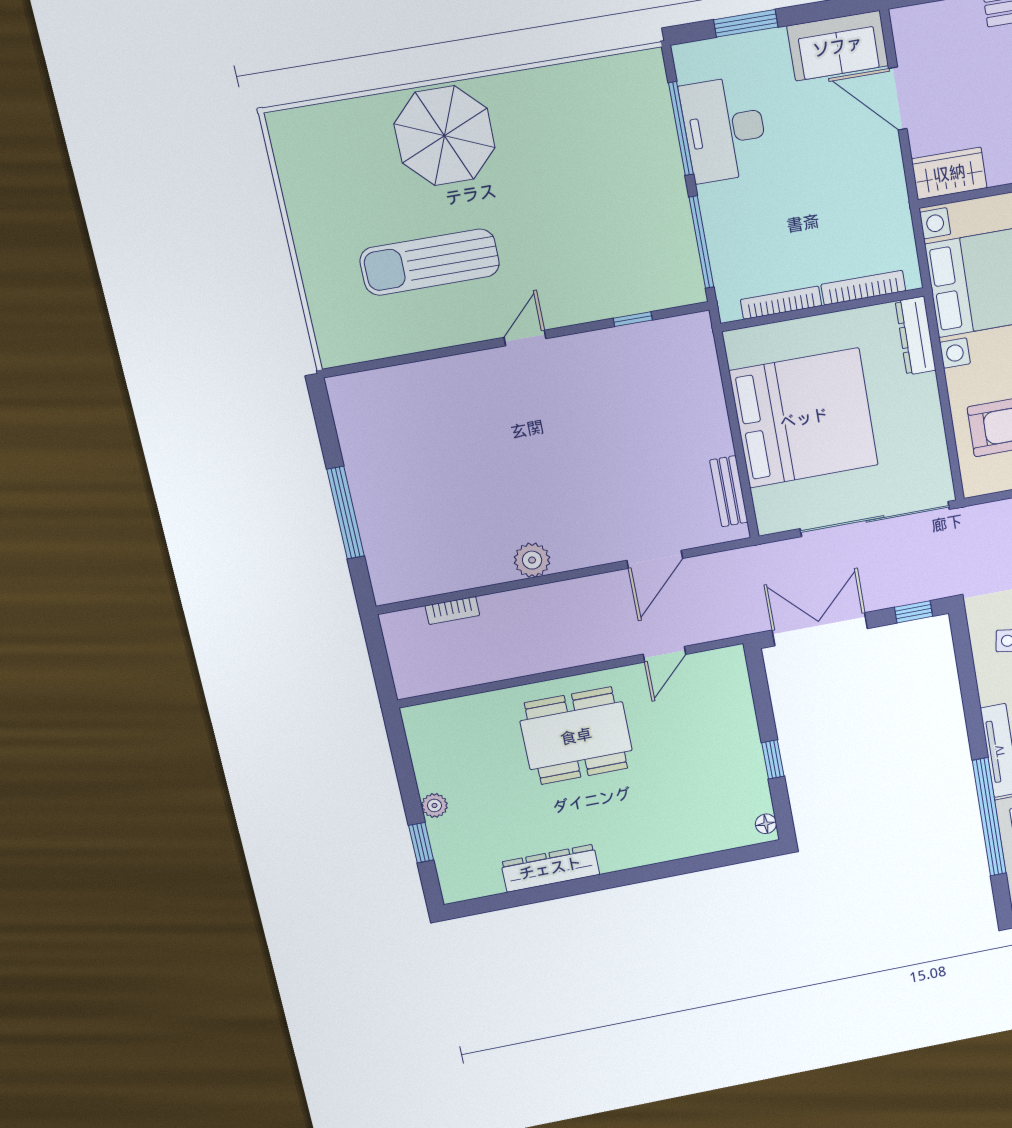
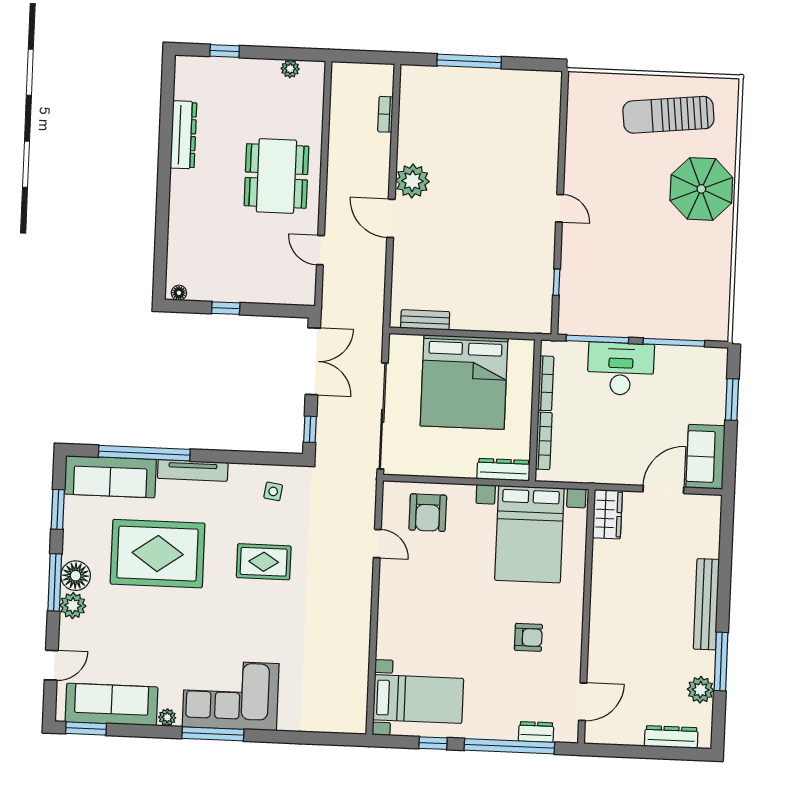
desk: (724, 129) -> (621, 369), moved
sun lounger: (430, 262) -> (668, 115), moved, turned -96
door: (655, 559) -> (391, 218), moved
plant: (532, 560) -> (412, 181), width x1.36, depth x1.36
plant: (434, 805) -> (290, 69), moved

